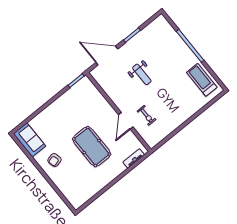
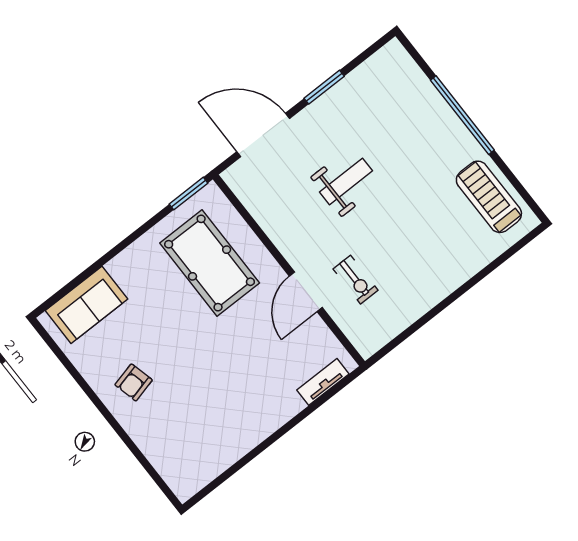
weight bench: (142, 74) -> (346, 181), turned -90
sofa: (30, 140) -> (87, 305), moved, turned 90
pool table: (92, 147) -> (210, 263), moved

